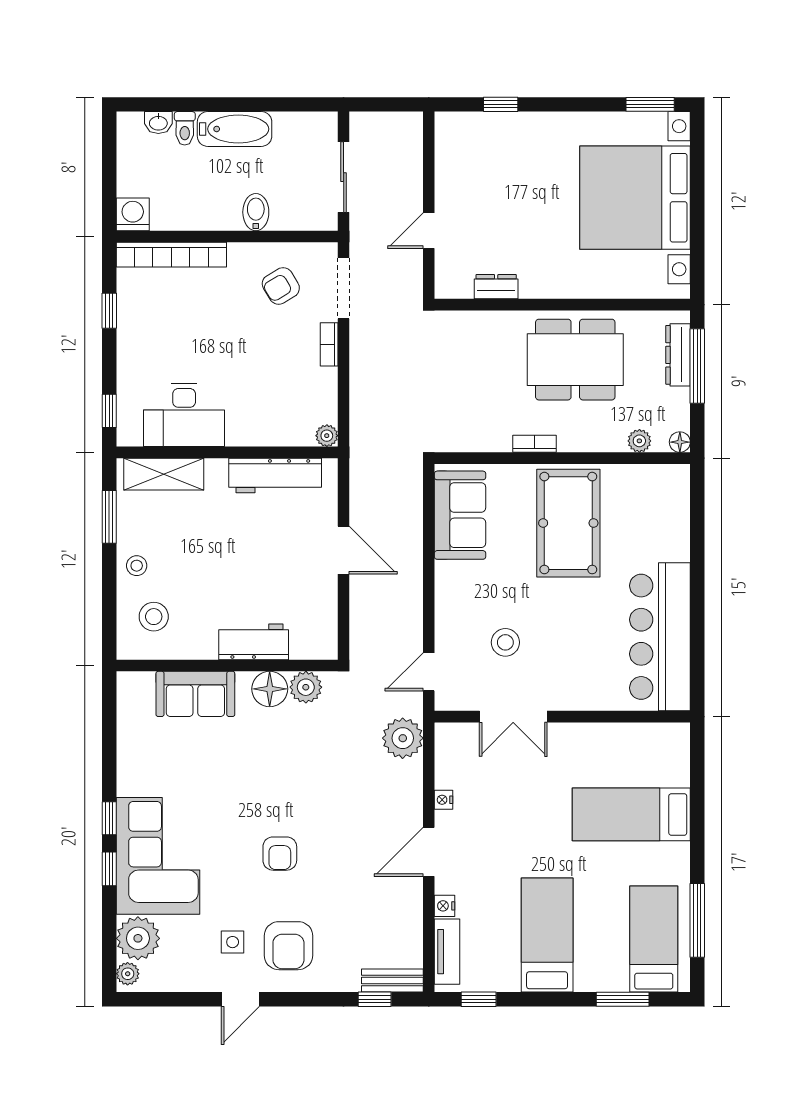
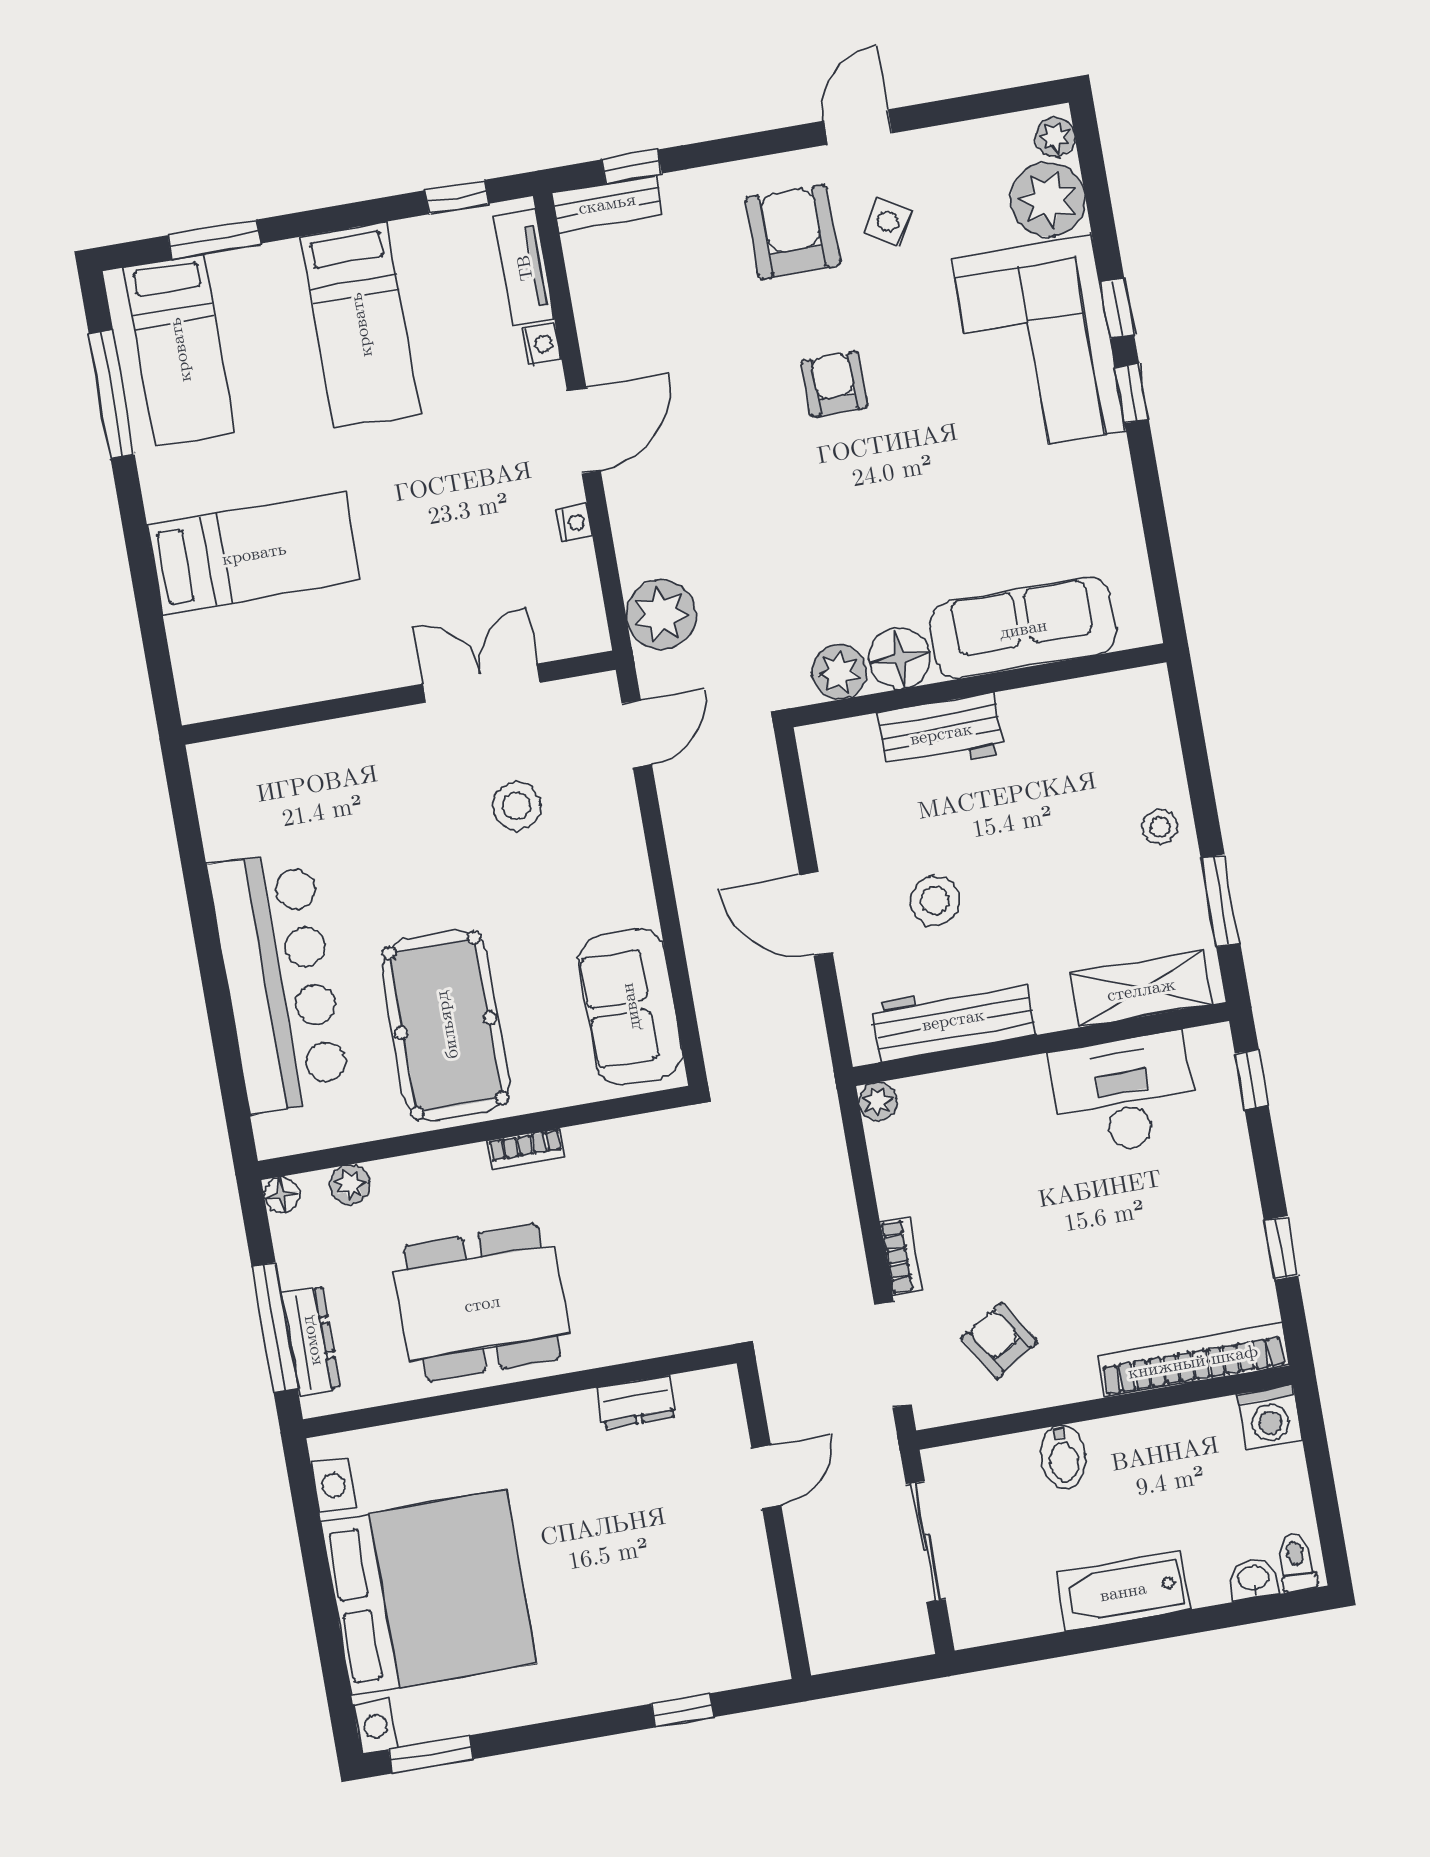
toilet: (185, 128) -> (1296, 1562), moved
armchair: (281, 286) -> (999, 1340), turned -91
stool: (154, 617) -> (935, 901), moved
bar counter: (660, 637) -> (279, 981), moved
sofa: (195, 694) -> (1023, 628), width x1.36
side table: (233, 942) -> (888, 221), turned 31

